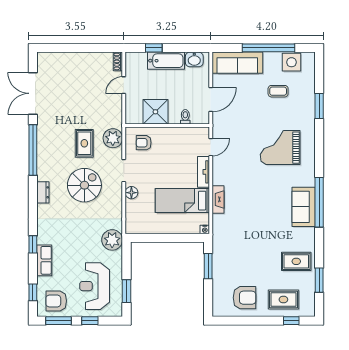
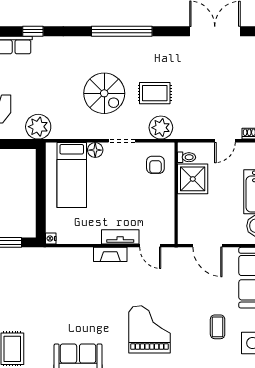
door: (124, 85) -> (225, 141), swing flipped
toilet: (185, 117) -> (187, 157), moved
armchair: (144, 143) -> (155, 165), turned 180
window: (33, 150) -> (122, 31), moved
dresser: (43, 192) -> (96, 43), removed
fireplace: (218, 199) -> (110, 254), moved
bed: (182, 201) -> (72, 175), moved, turned 180

